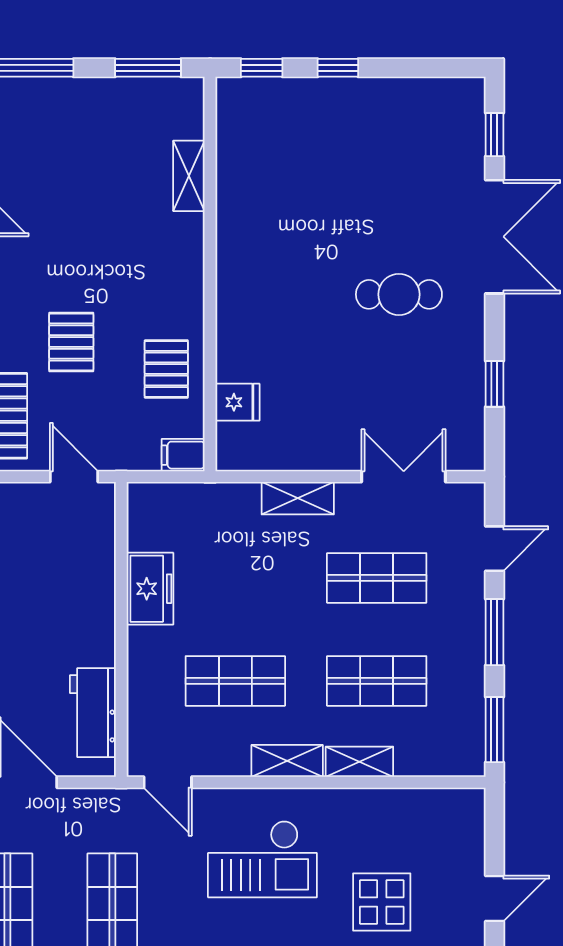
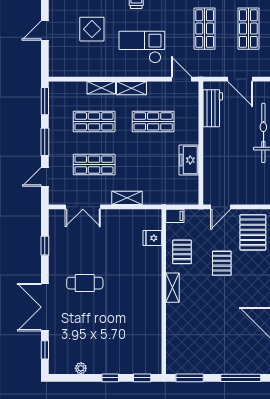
plant: (408, 91) -> (81, 368), added
shelving: (189, 176) -> (173, 288), moved
door: (74, 477) -> (221, 207), hinge flipped

